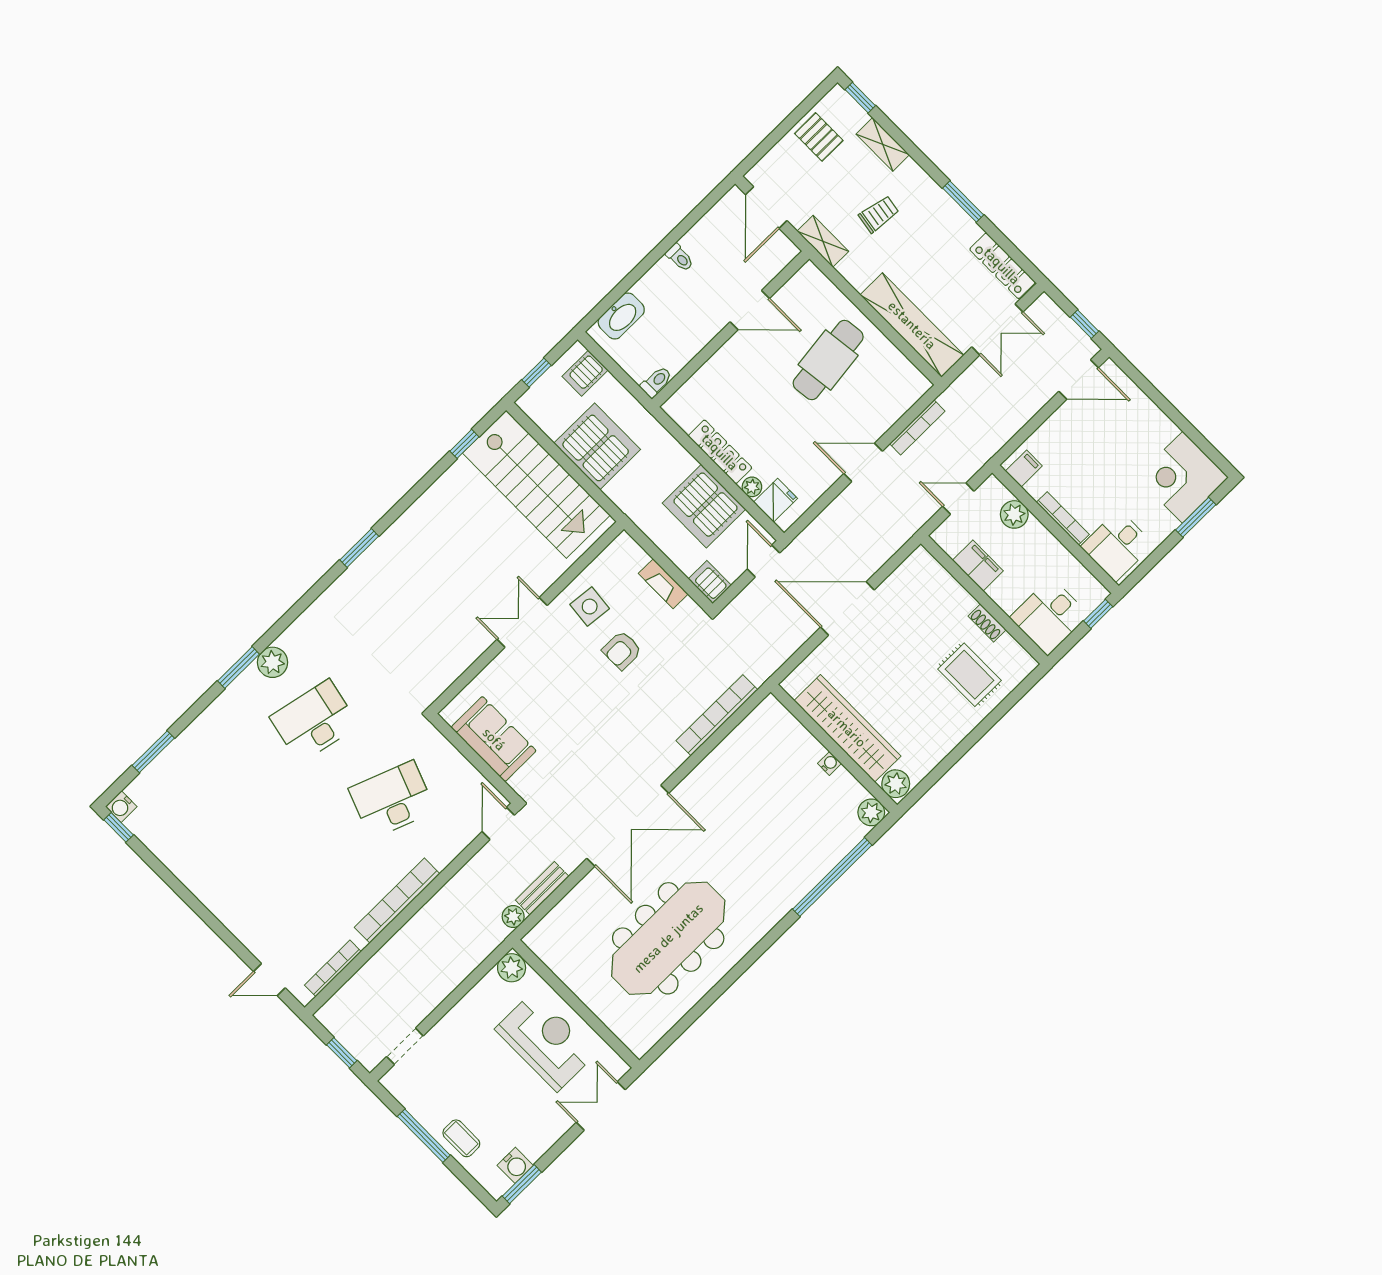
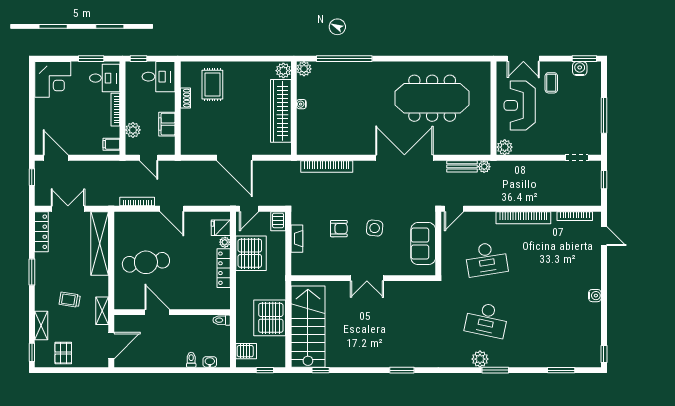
toilet: (680, 257) -> (191, 360), moved
washbasin: (621, 316) -> (210, 362), width x0.52, depth x0.69
window: (1196, 517) -> (91, 59), moved
side table: (590, 607) -> (375, 228), moved
desk: (392, 800) -> (486, 259), turned -30
water cooler: (121, 807) -> (595, 296), moved
coffee table: (461, 1138) -> (551, 83), moved

